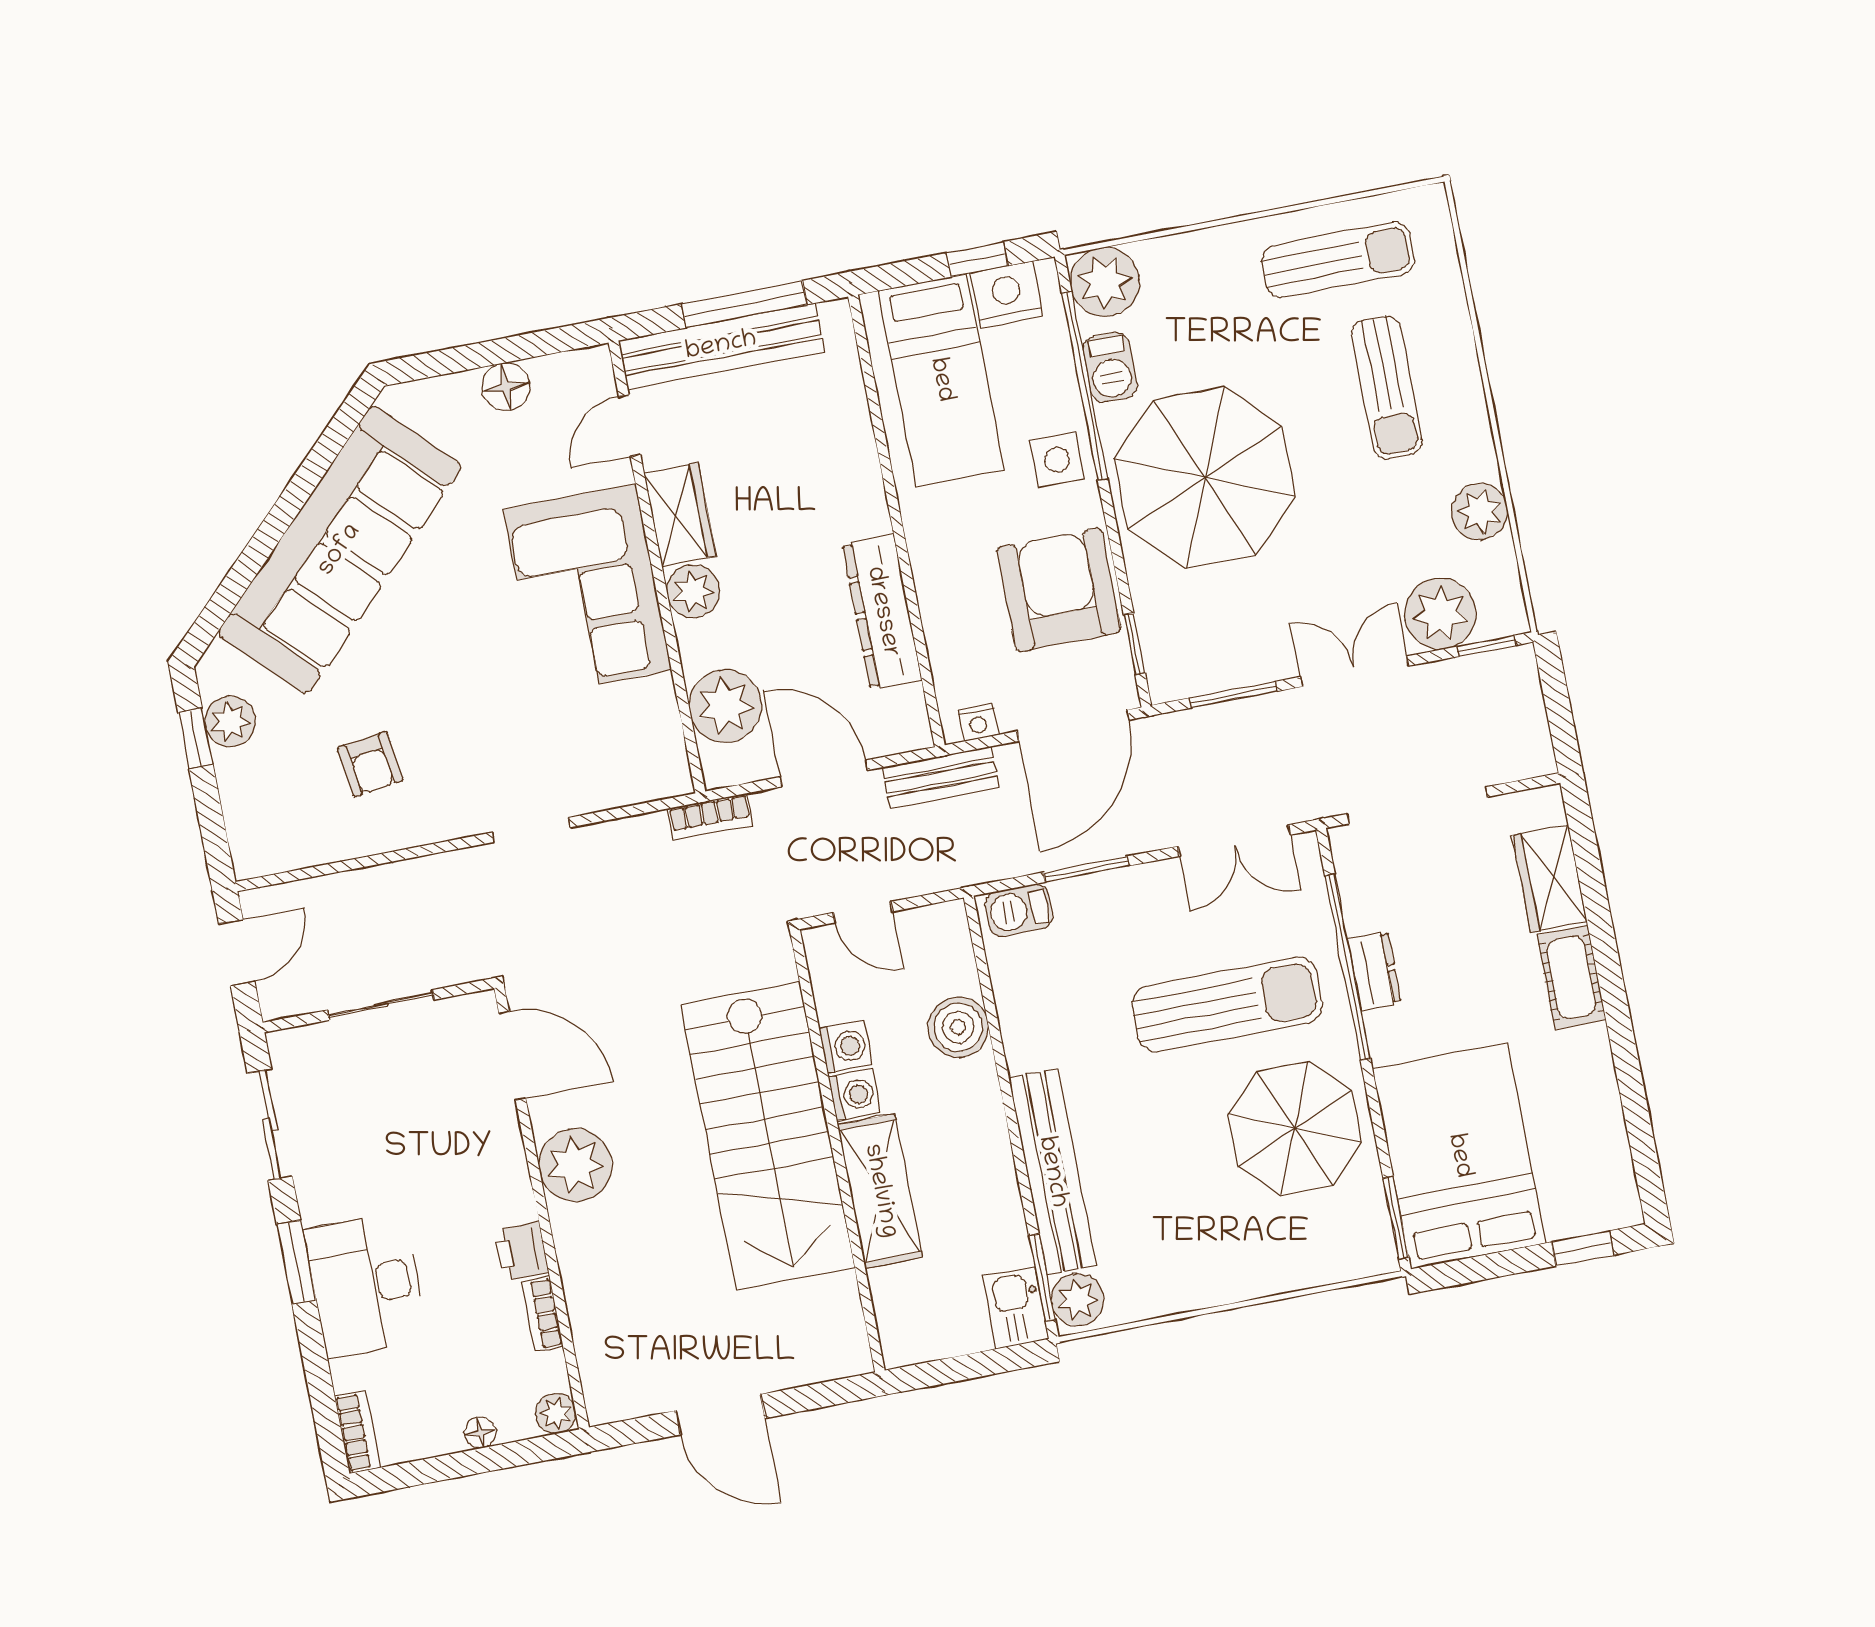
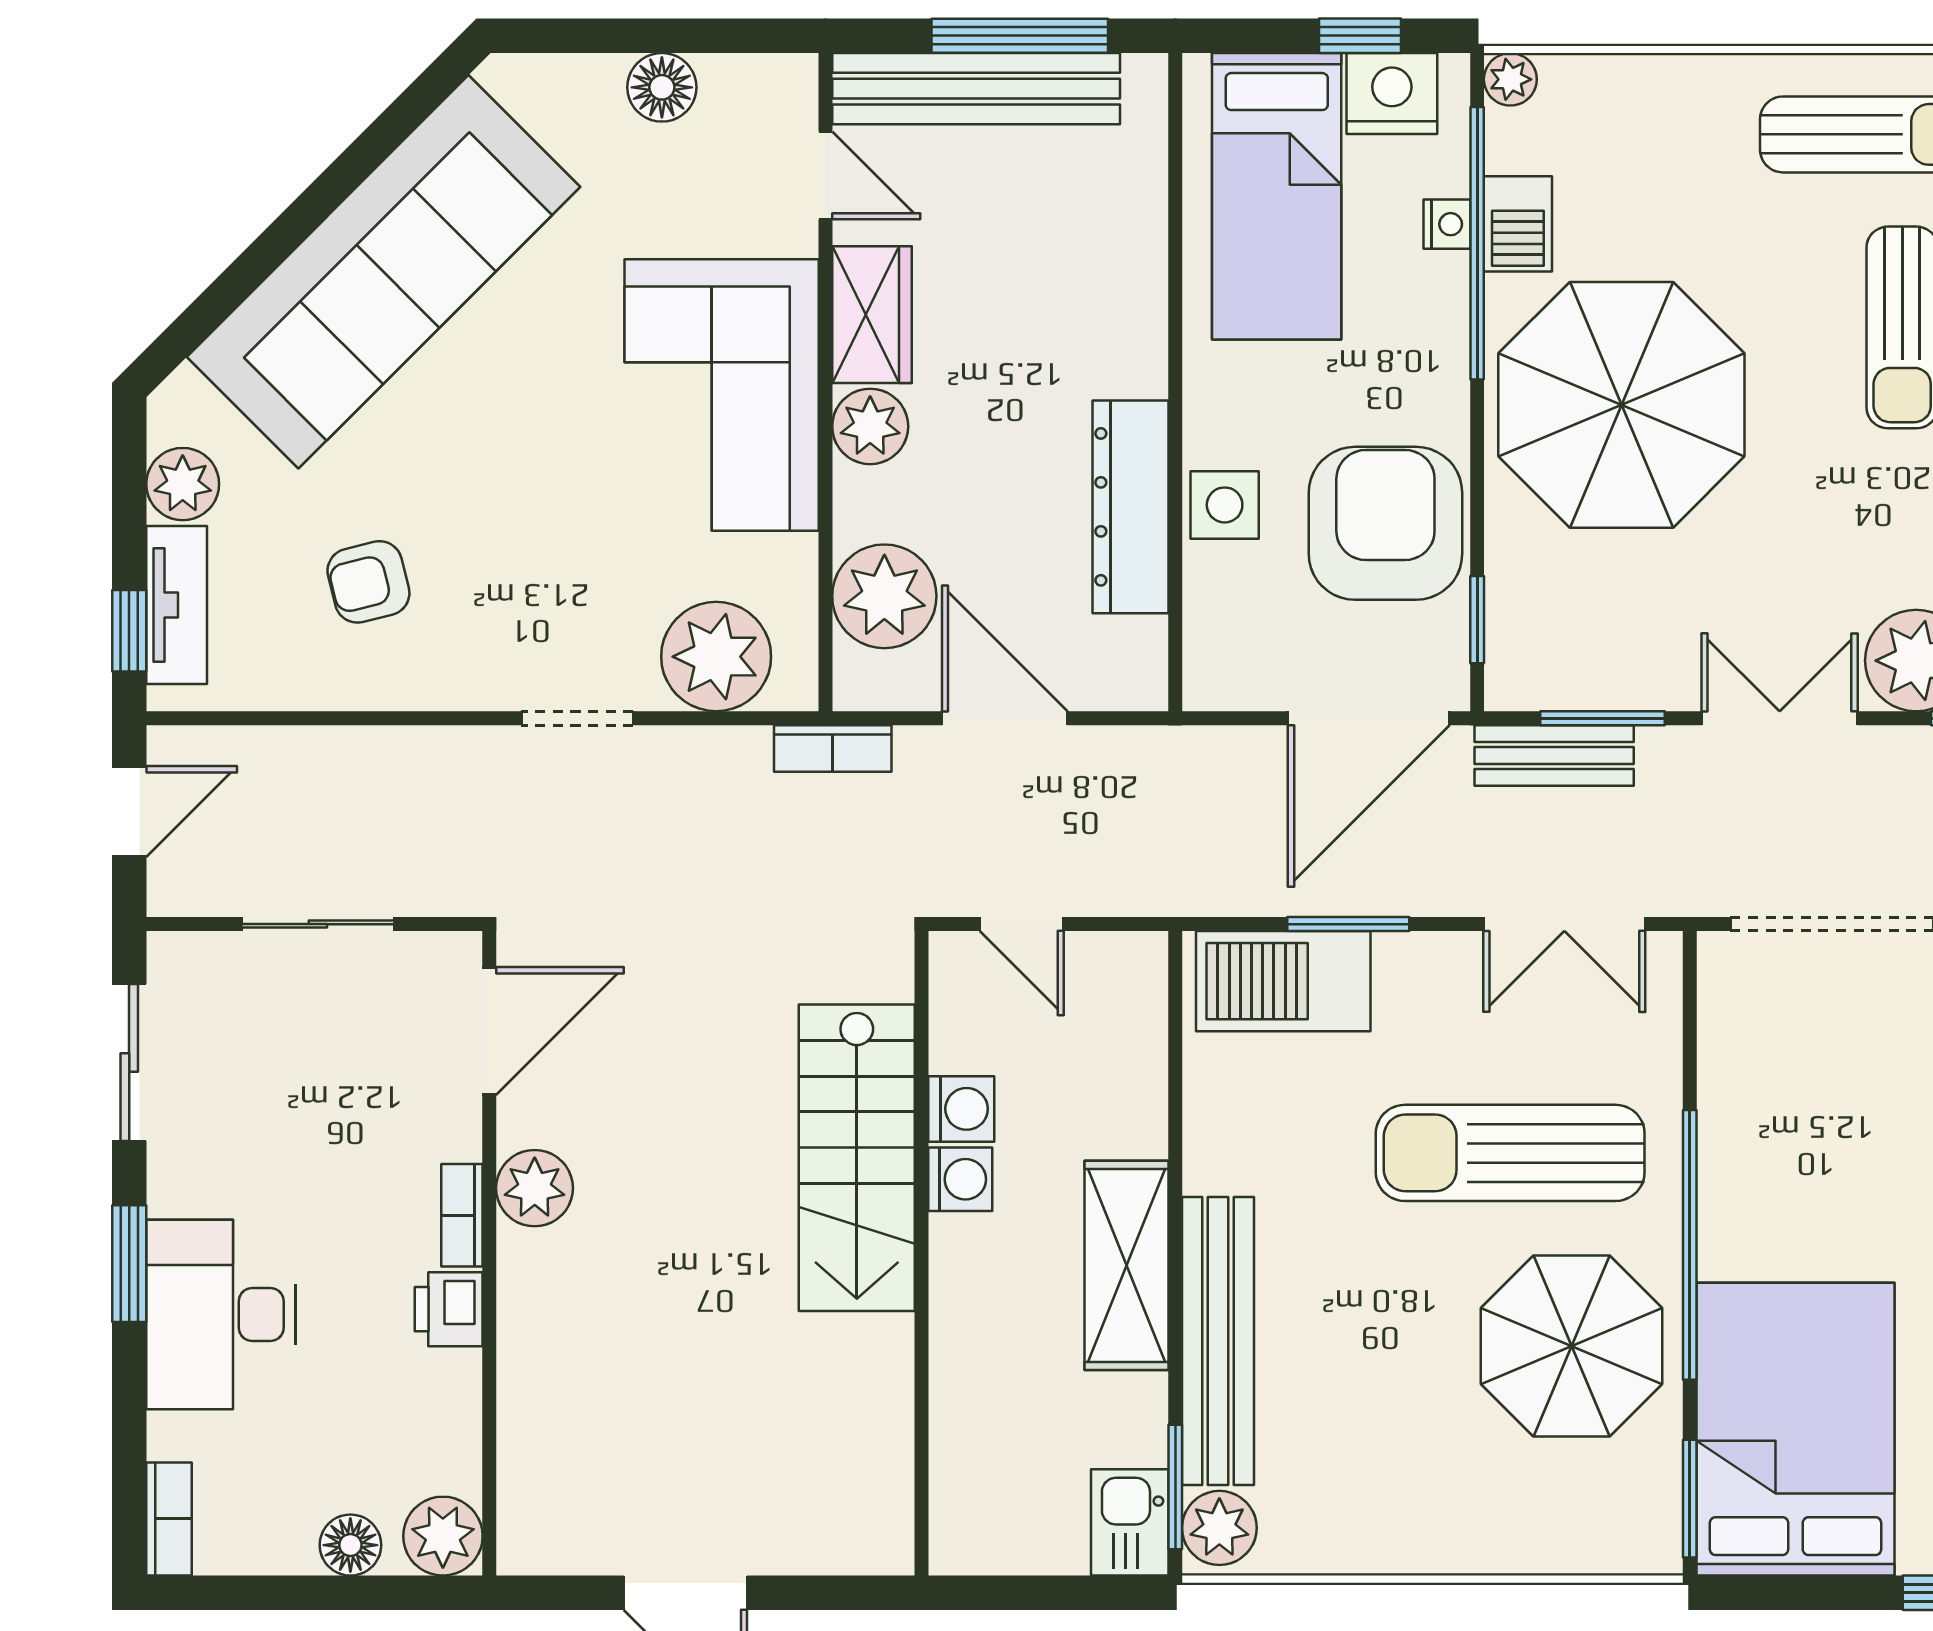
plant: (1105, 282) -> (1510, 79), width x0.53, depth x0.53
door: (630, 425) -> (825, 175), swing flipped
side table: (1057, 460) -> (1225, 505), moved
nightstand: (978, 722) -> (1447, 224), moved, turned -90
window: (195, 738) -> (129, 631), moved
armchair: (370, 764) -> (368, 582), turned 84
plant: (618, 769) -> (716, 657), added
bench: (941, 777) -> (1554, 756), moved
tv unit: (242, 805) -> (177, 605), added
barbecue: (1019, 910) -> (1283, 981), width x1.88, depth x1.53
window: (1348, 967) -> (1690, 1245), moved
dresser: (1374, 971) -> (1726, 1145), removed
sun lounger: (1227, 1004) -> (1510, 1153), turned 180
boiler: (958, 1027) -> (1125, 1112), removed
door: (512, 1056) -> (489, 1031), hinge flipped
stairs: (768, 1136) -> (857, 1158), width x0.73, depth x0.66
plant: (575, 1165) -> (535, 1188), width x0.73, depth x0.73
shelving: (880, 1191) -> (1127, 1265), moved
bookcase: (543, 1314) -> (462, 1215), moved
plant: (556, 1413) -> (443, 1536), width x1.38, depth x1.38
floor lamp: (480, 1433) -> (350, 1545), width x1.37, depth x1.37

